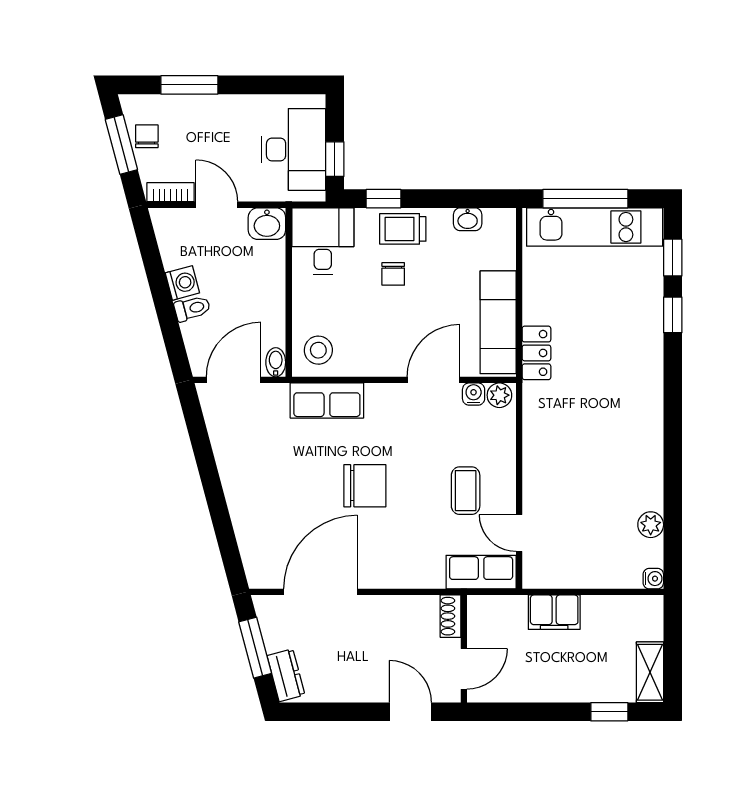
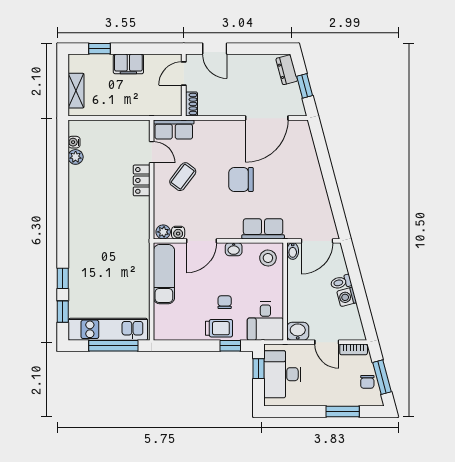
washbasin: (468, 219) -> (234, 249), moved, turned 180
locker: (536, 353) -> (142, 180), moved
coffee table: (466, 491) -> (183, 177), turned 37
water cooler: (653, 579) -> (74, 142), moved
filing cabinet: (554, 612) -> (128, 64), moved, turned 180
window: (255, 648) -> (305, 86), width x0.67
shelving: (650, 672) -> (76, 91), moved

